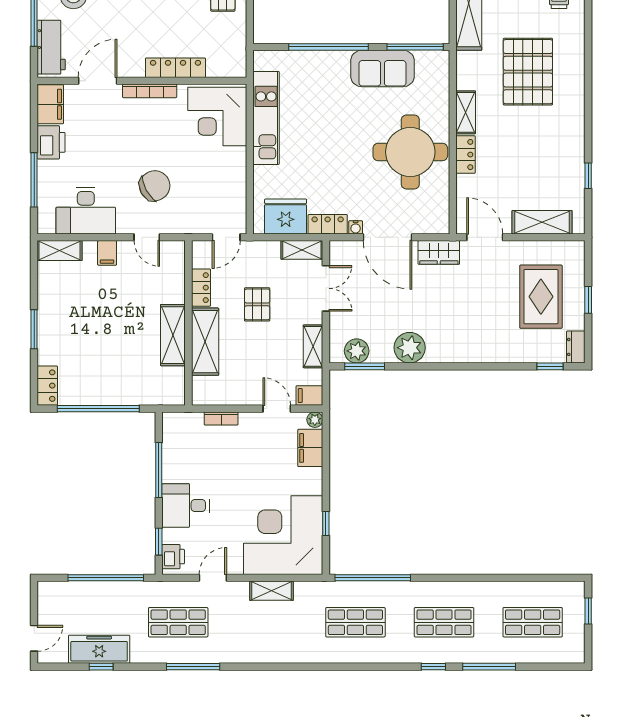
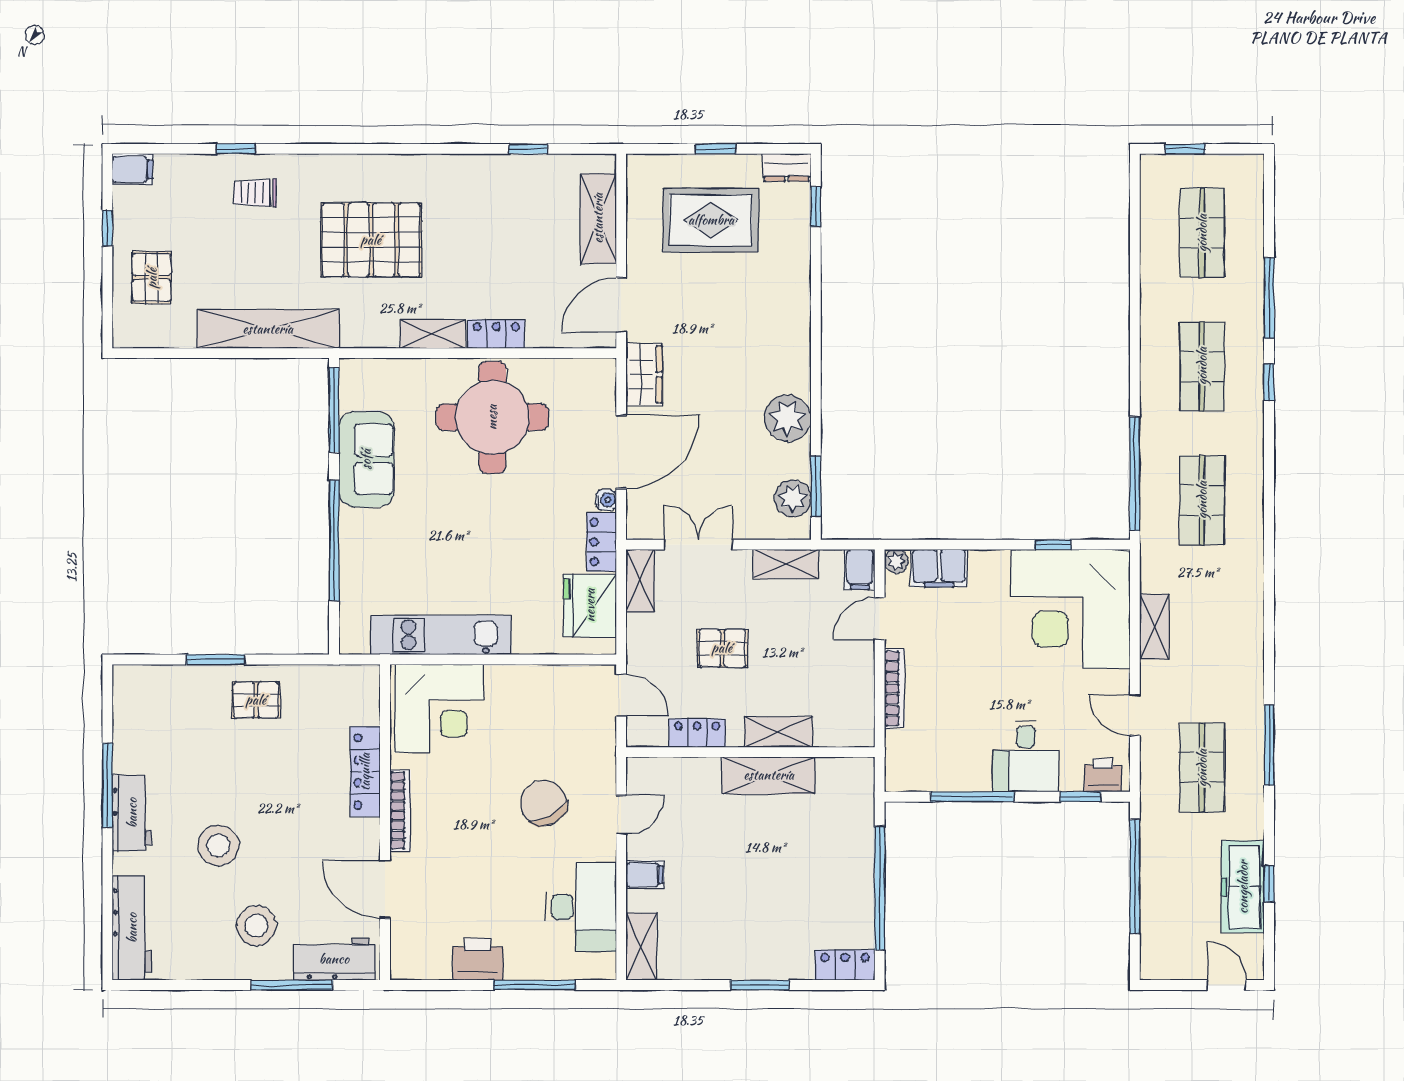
filing cabinet: (50, 104) -> (420, 960), removed
shelving: (205, 342) -> (779, 732), width x0.67, depth x0.75
bookcase: (221, 419) -> (895, 688), width x1.56

